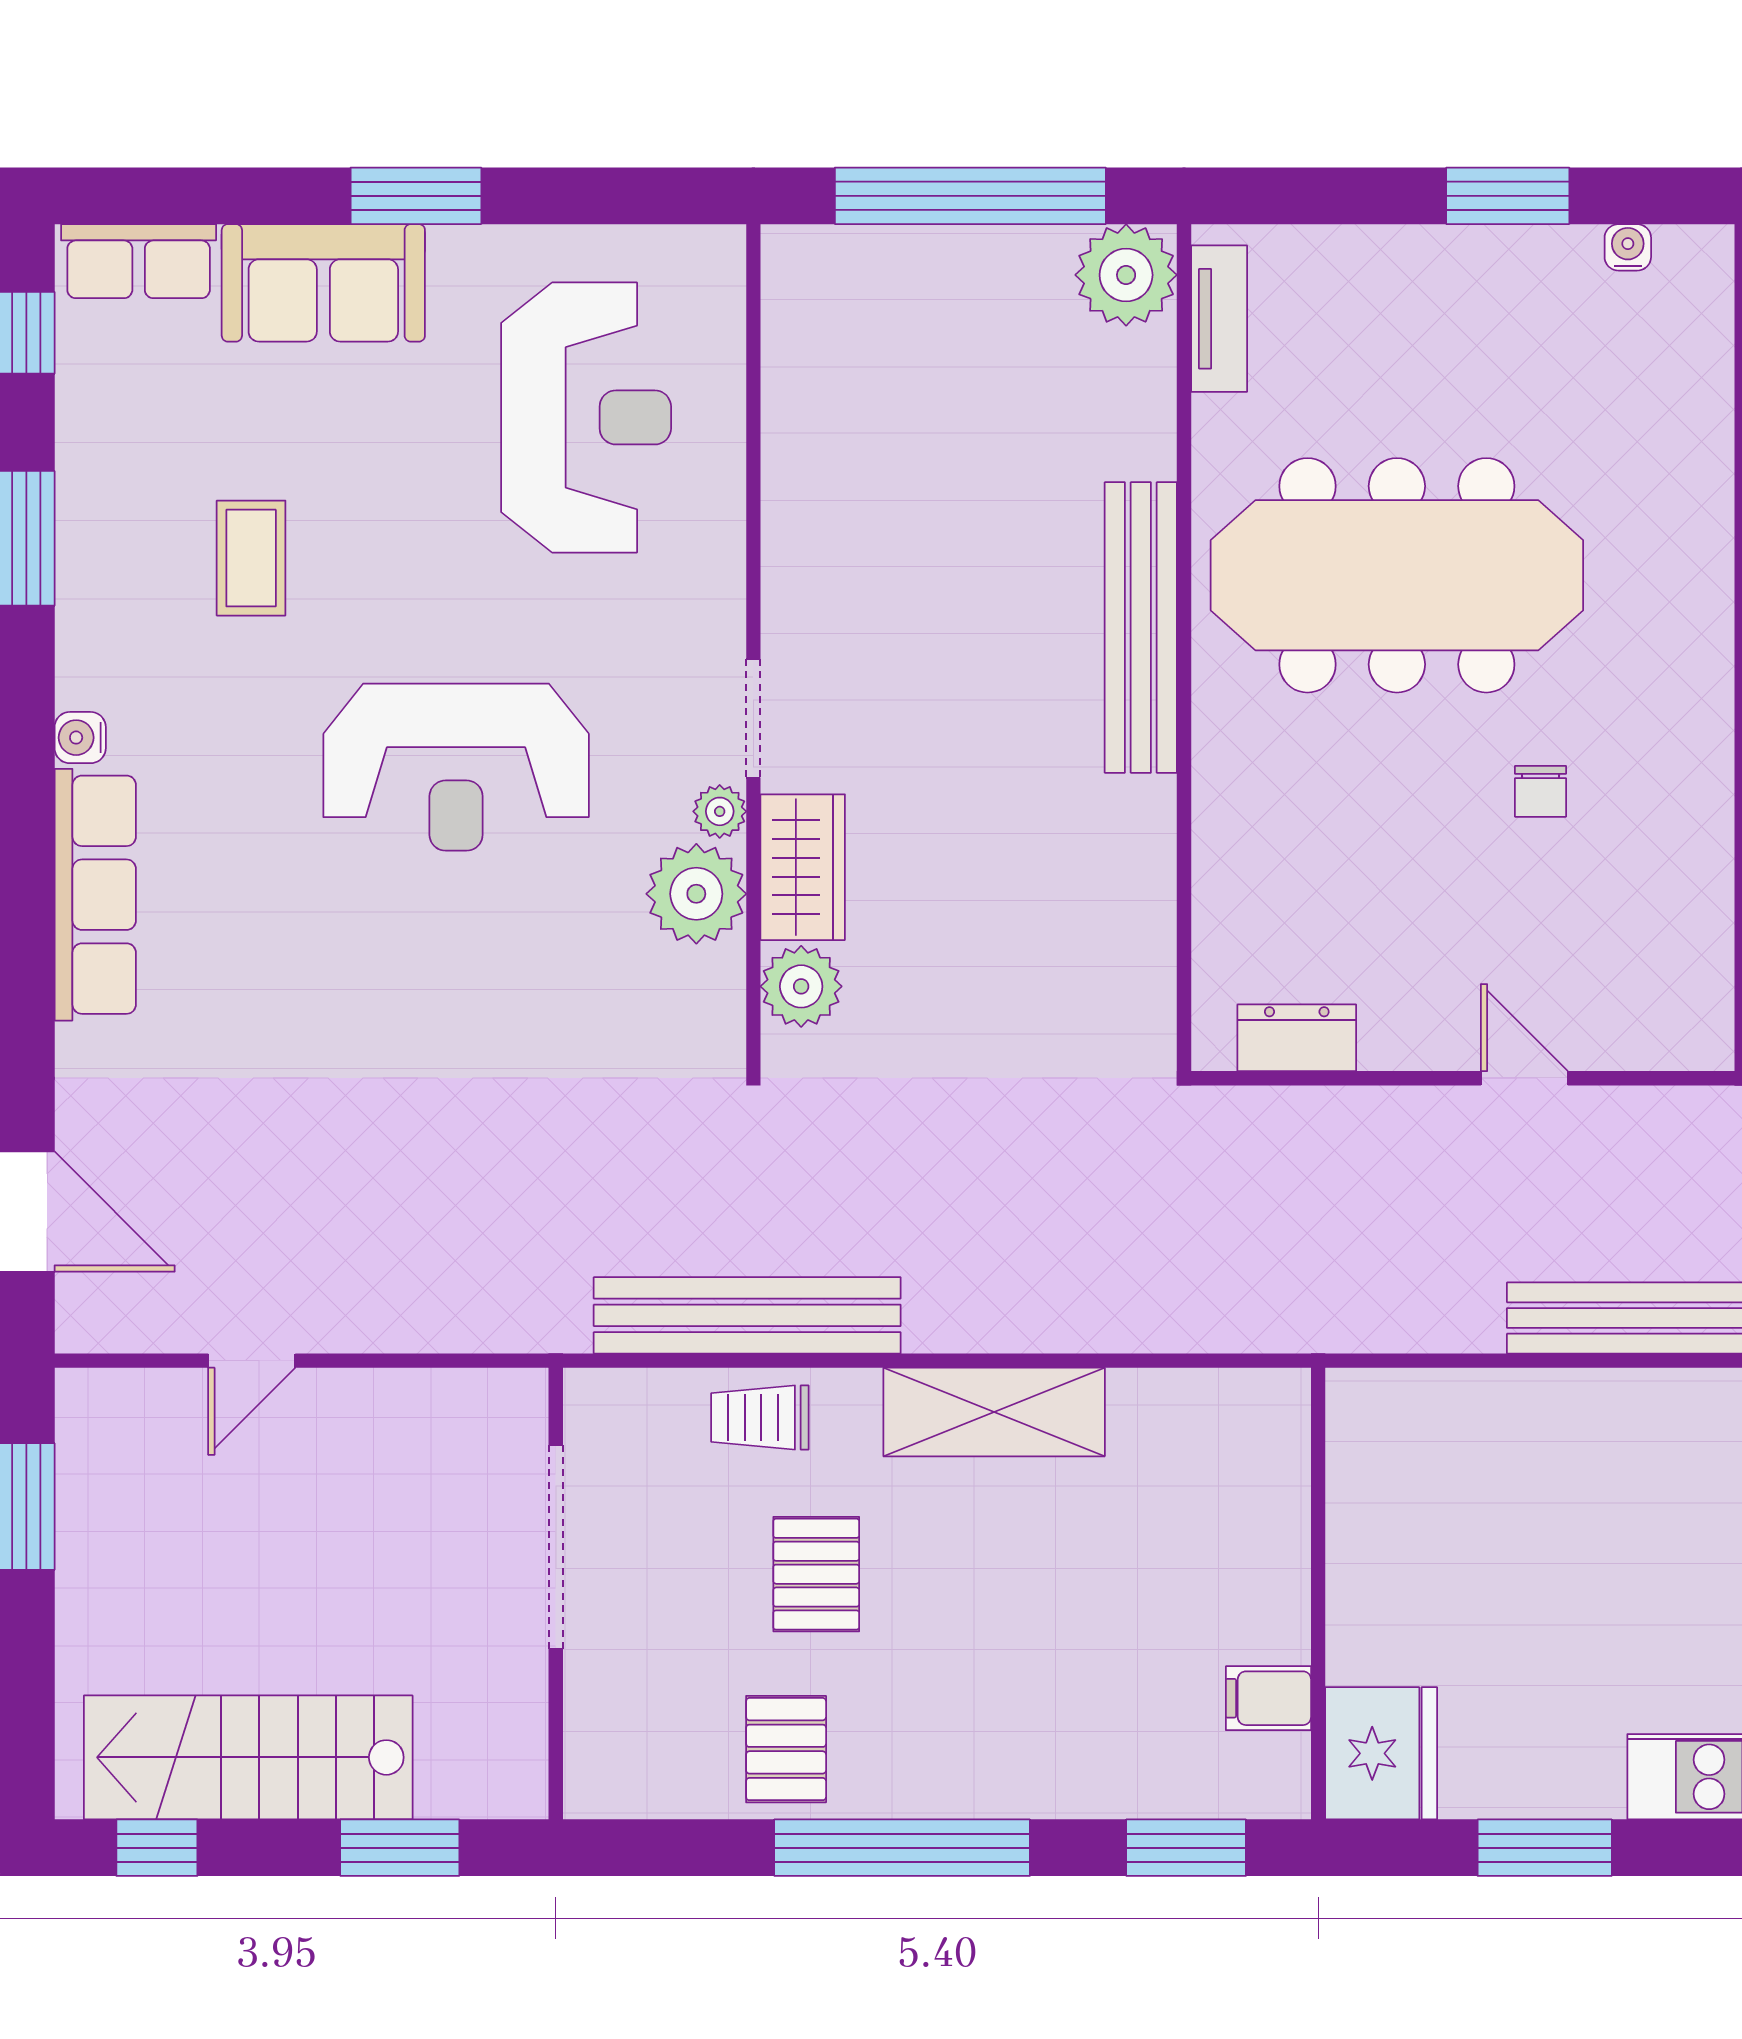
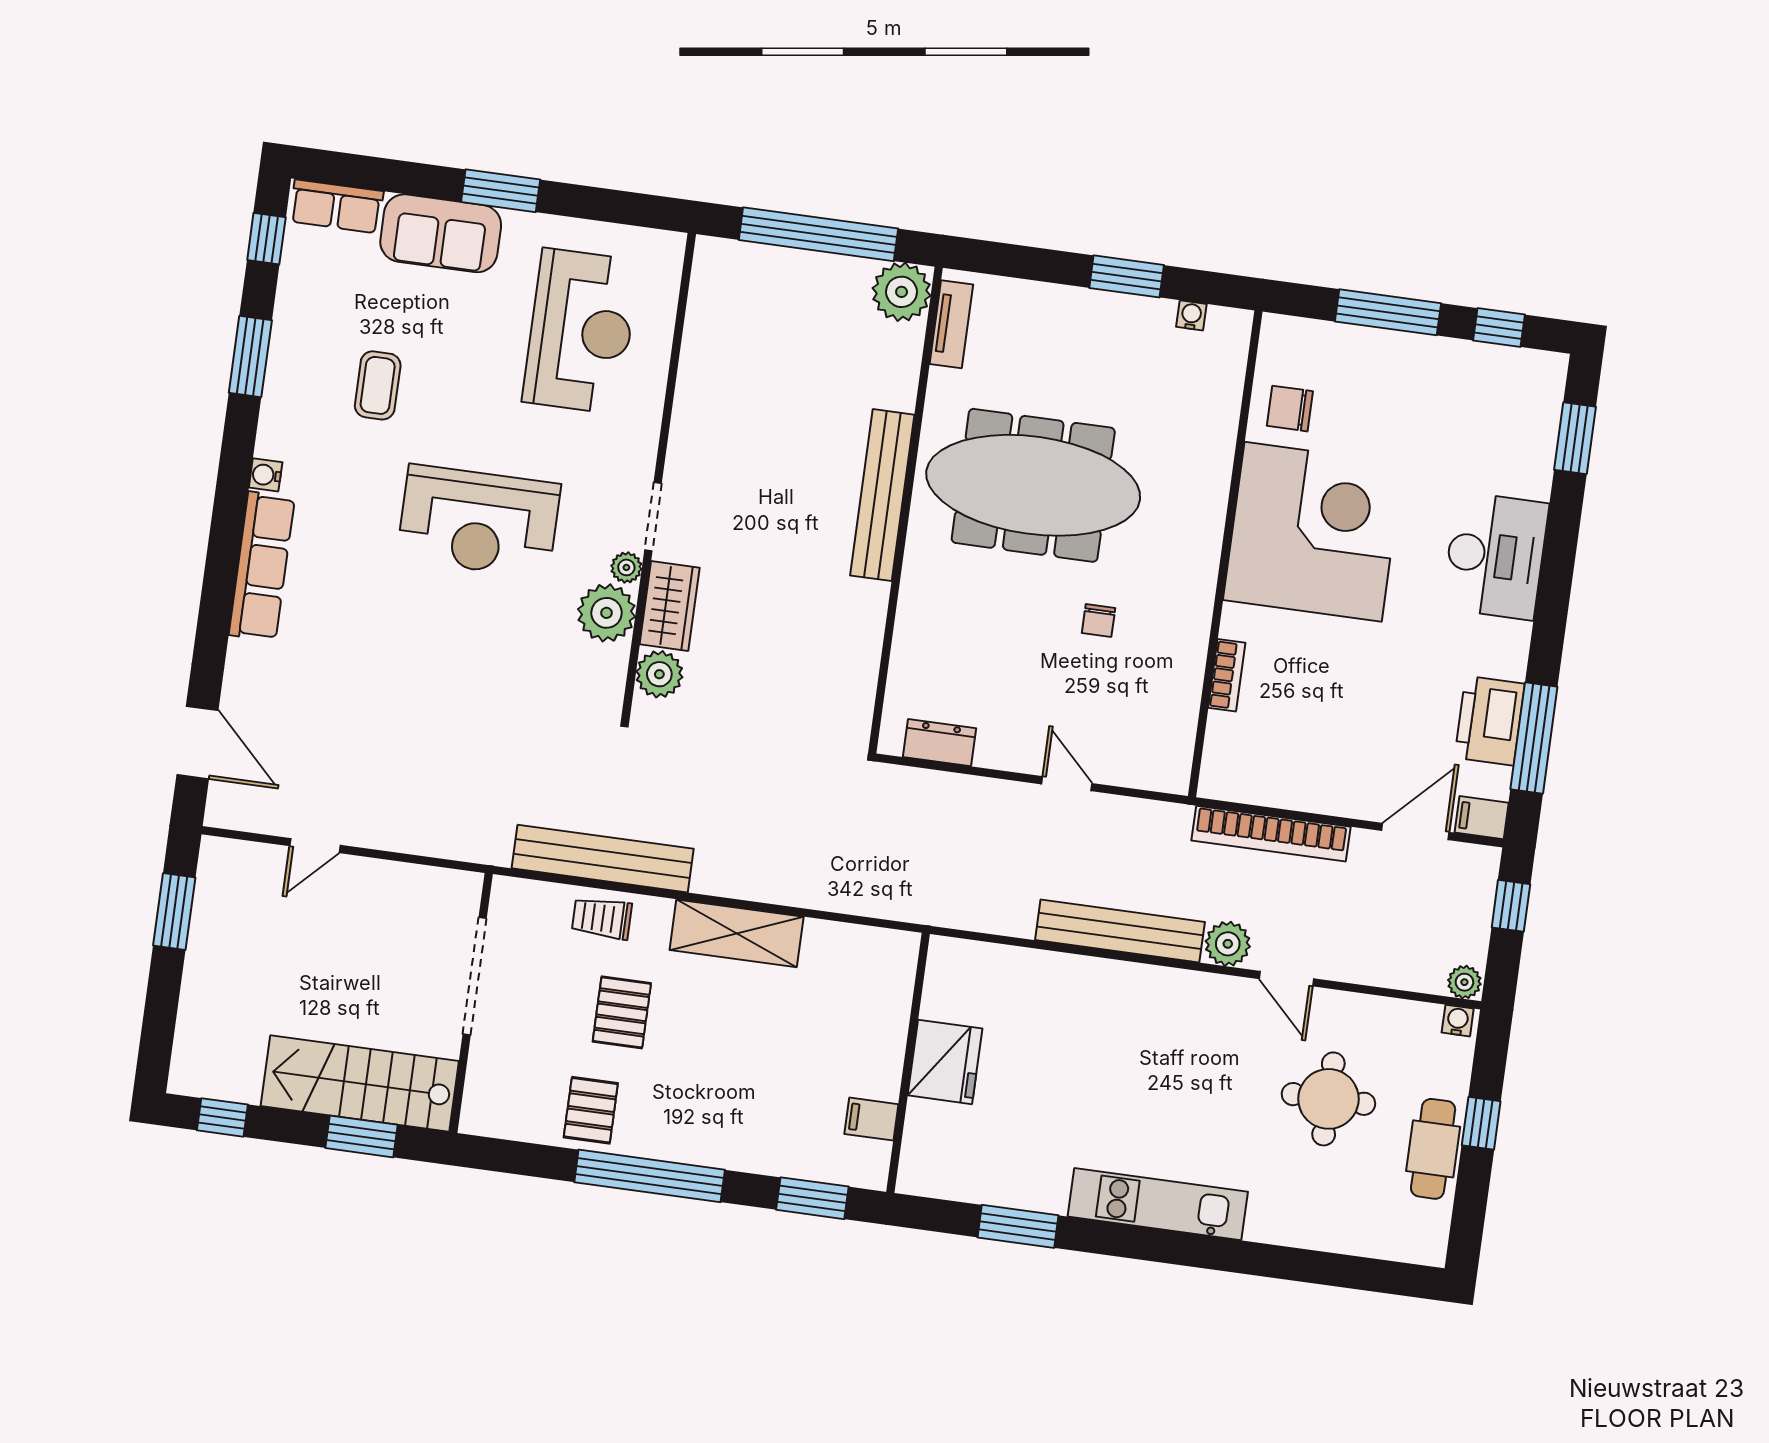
fridge: (1381, 1753) -> (945, 1062), moved
stairs: (248, 1757) -> (360, 1084), moved

